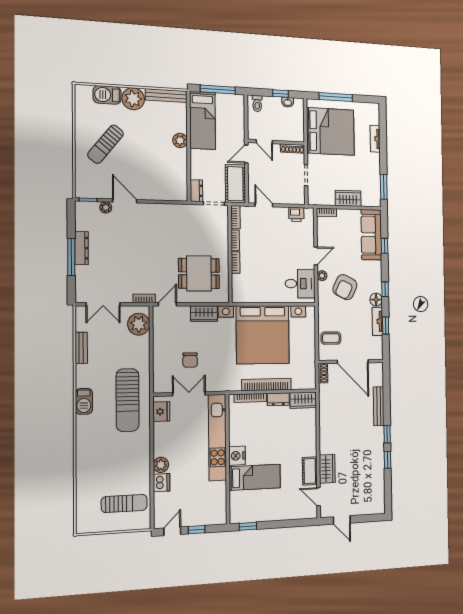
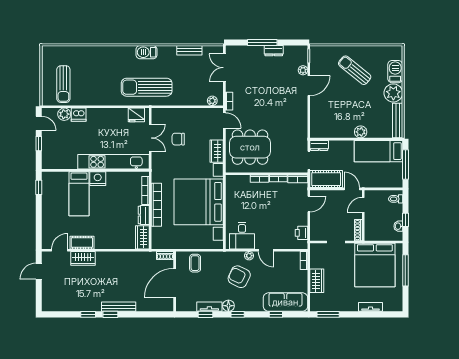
dresser: (82, 248) -> (274, 51), width x0.70
dining table: (199, 273) -> (250, 147), width x1.38
plant: (139, 324) -> (212, 101), width x0.53, depth x0.53
bench: (379, 406) -> (119, 307), moved
plant: (161, 465) -> (64, 114), moved

